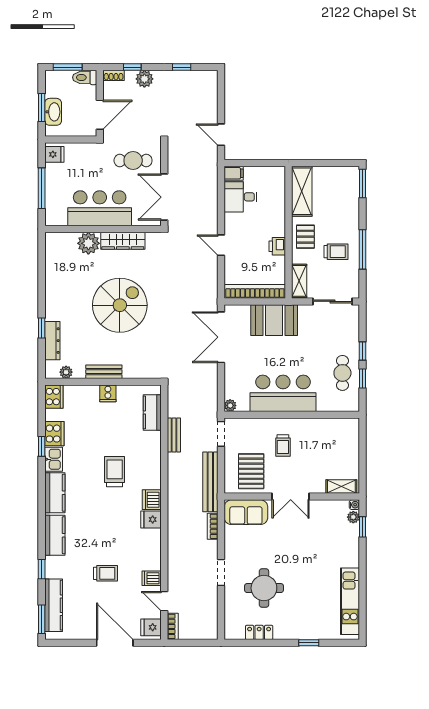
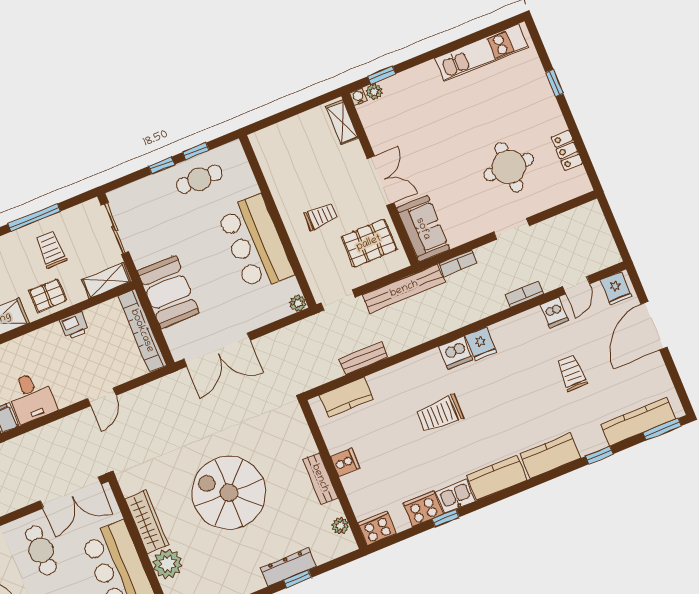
dresser: (52, 341) -> (288, 567), moved
bookcase: (173, 626) -> (524, 294), moved

